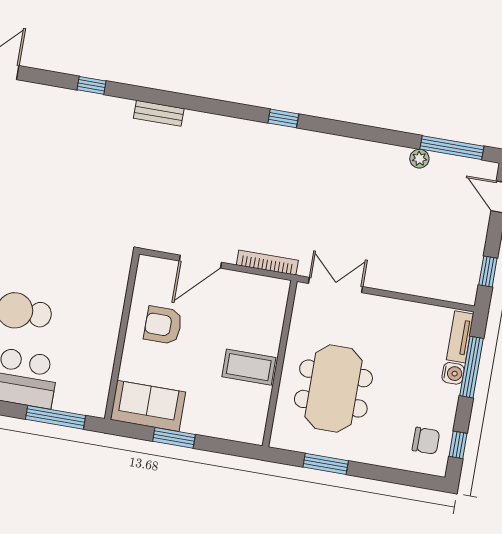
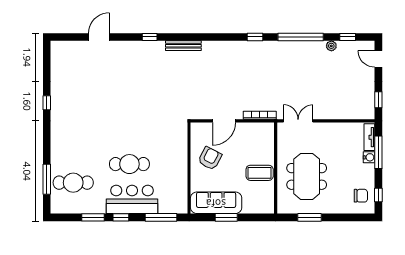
bench: (159, 113) -> (183, 46), width x1.36
window: (366, 133) -> (301, 37), added
window: (452, 148) -> (348, 37), width x0.46
armchair: (163, 325) -> (210, 158), turned 117
sofa: (148, 406) -> (216, 203), width x1.36

